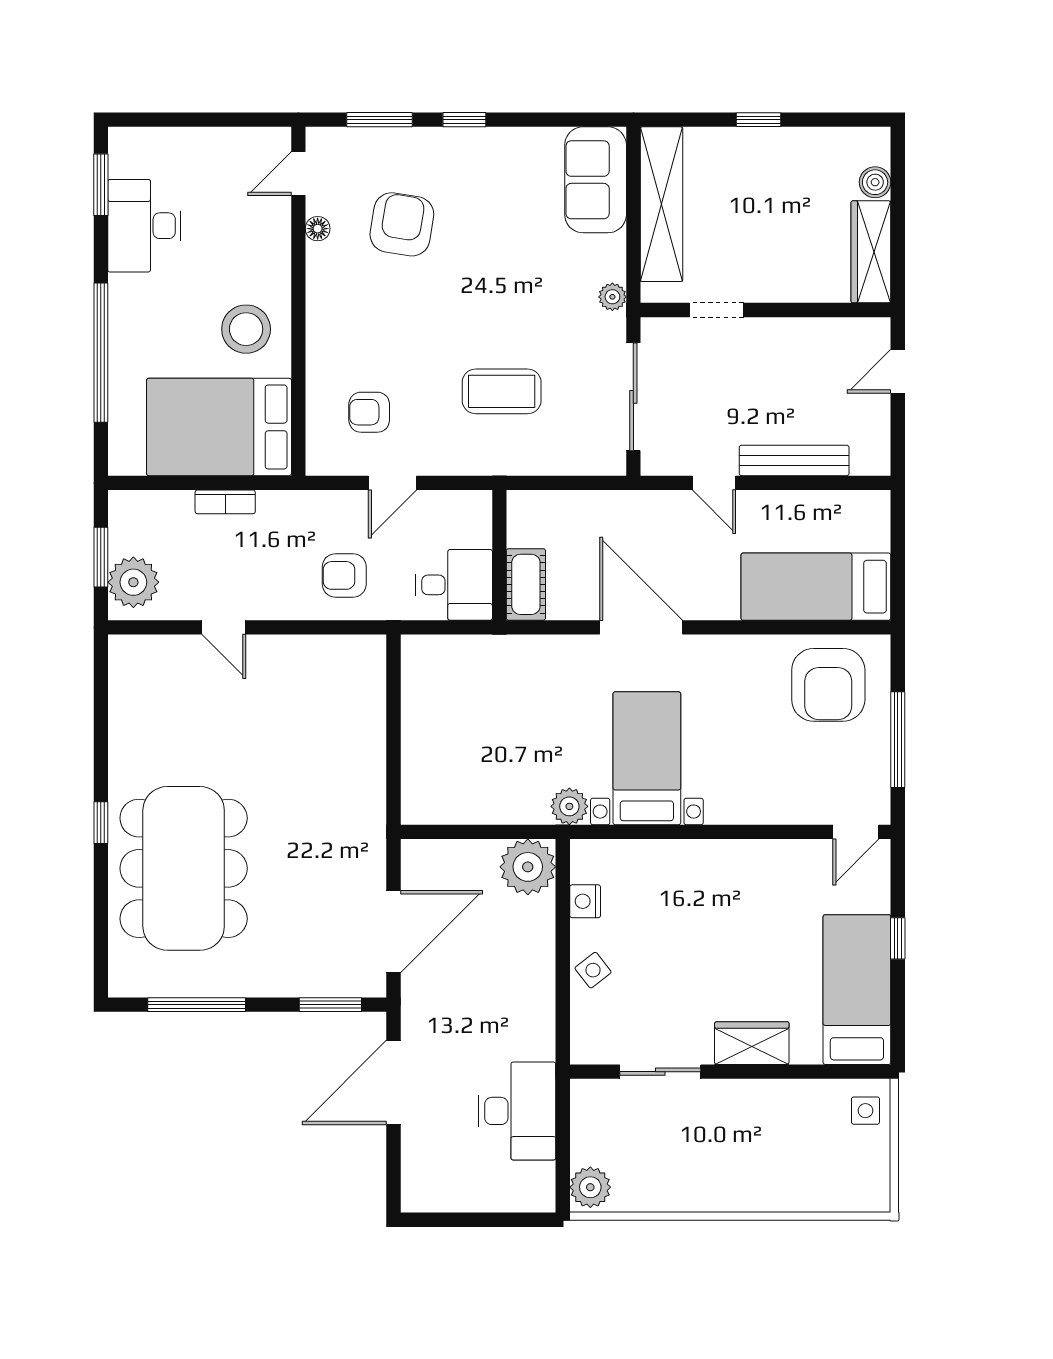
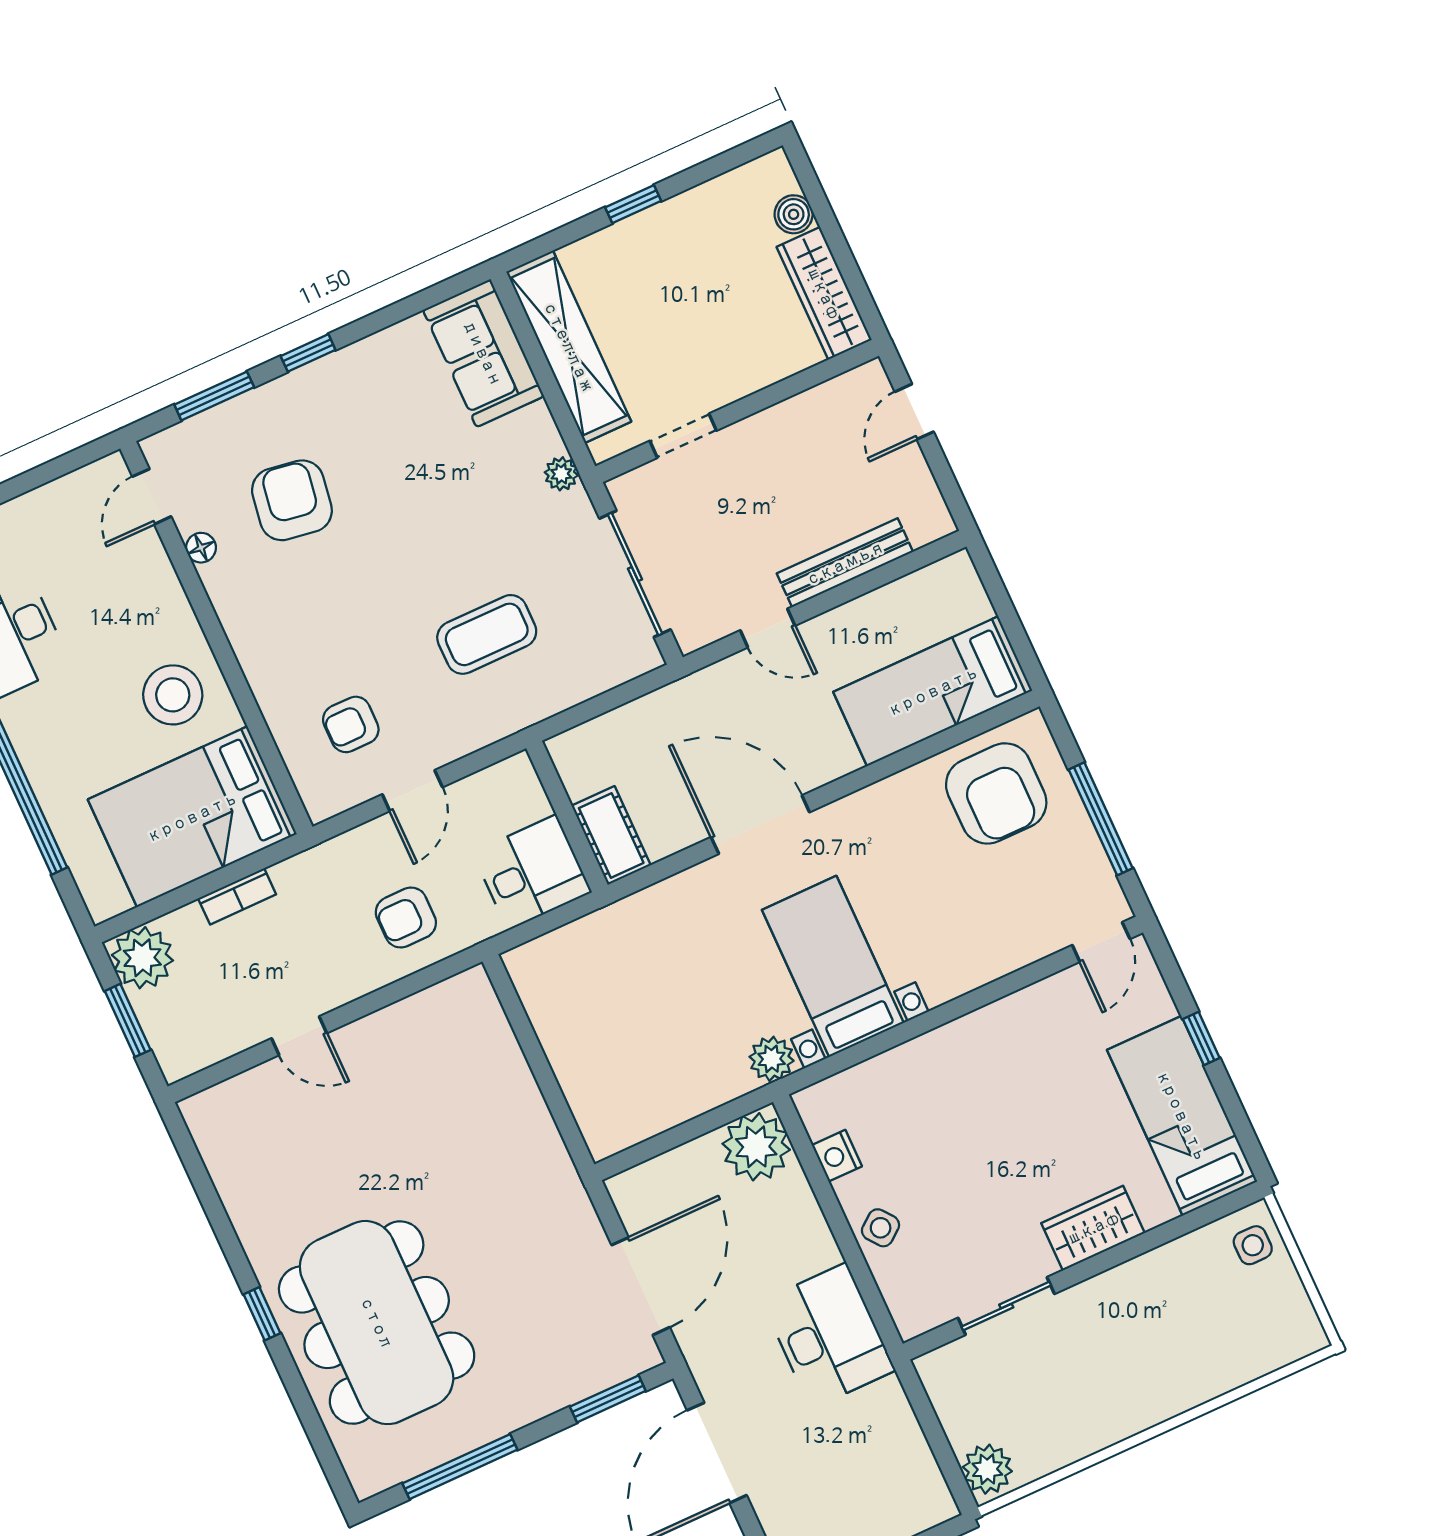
plant: (133, 582) -> (142, 958), moved
desk: (517, 1111) -> (829, 1336), moved

